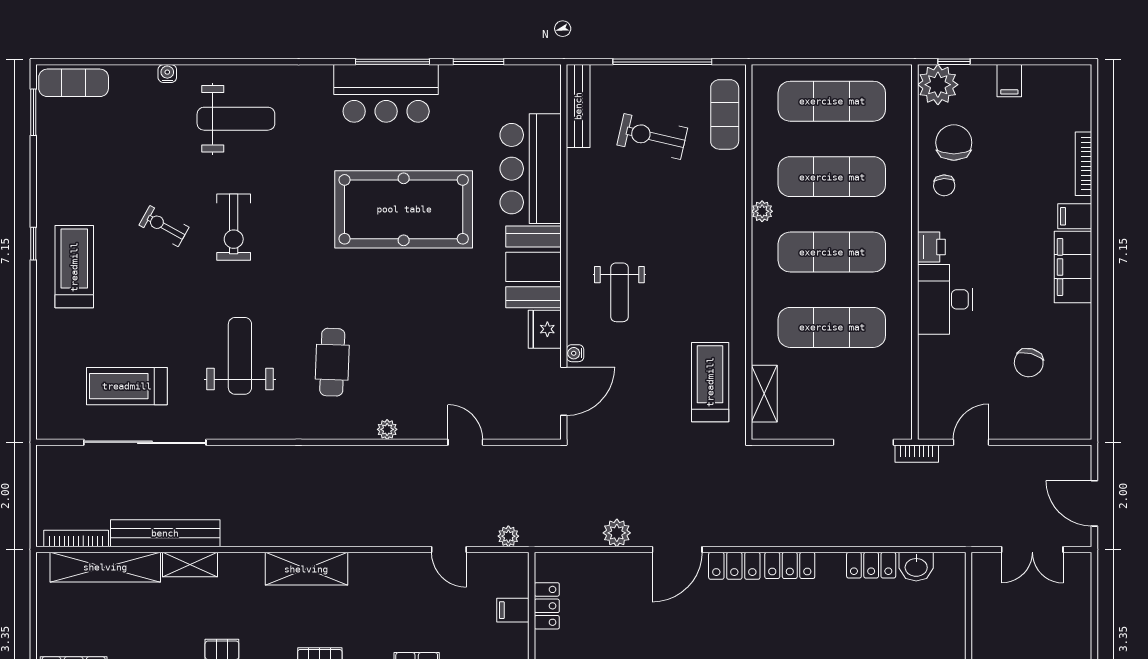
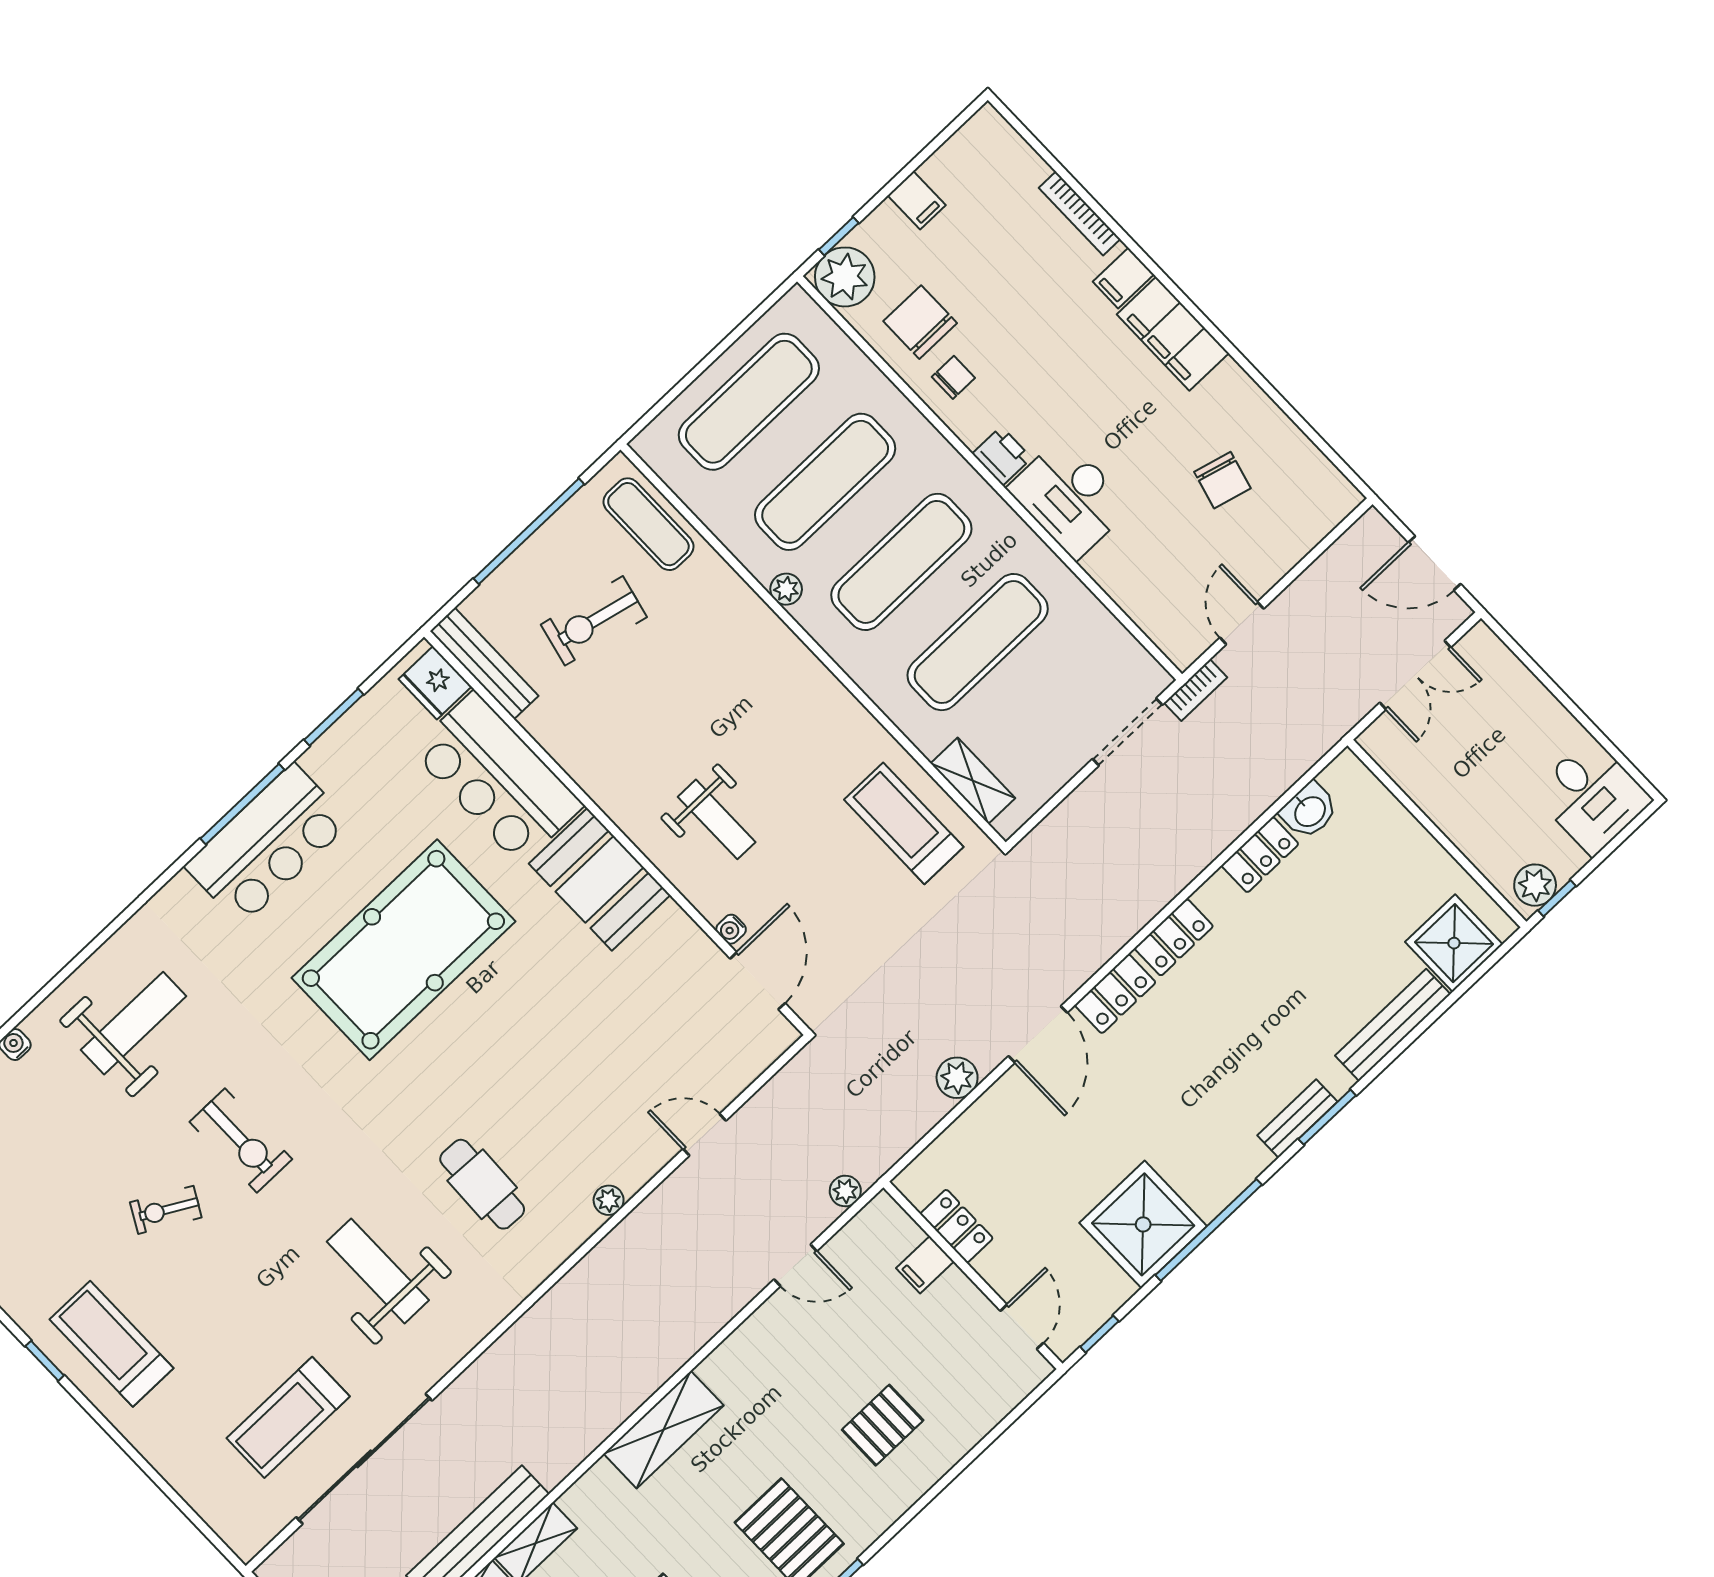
chair: (944, 185) -> (953, 377), turned -87
fridge: (545, 329) -> (435, 683), moved

